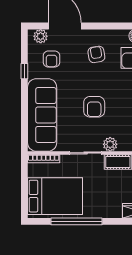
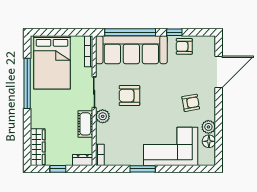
plant: (41, 36) -> (208, 127), moved
armchair: (51, 59) -> (184, 46), moved
armchair: (94, 107) -> (129, 96), moved
window: (24, 116) -> (130, 32), added

